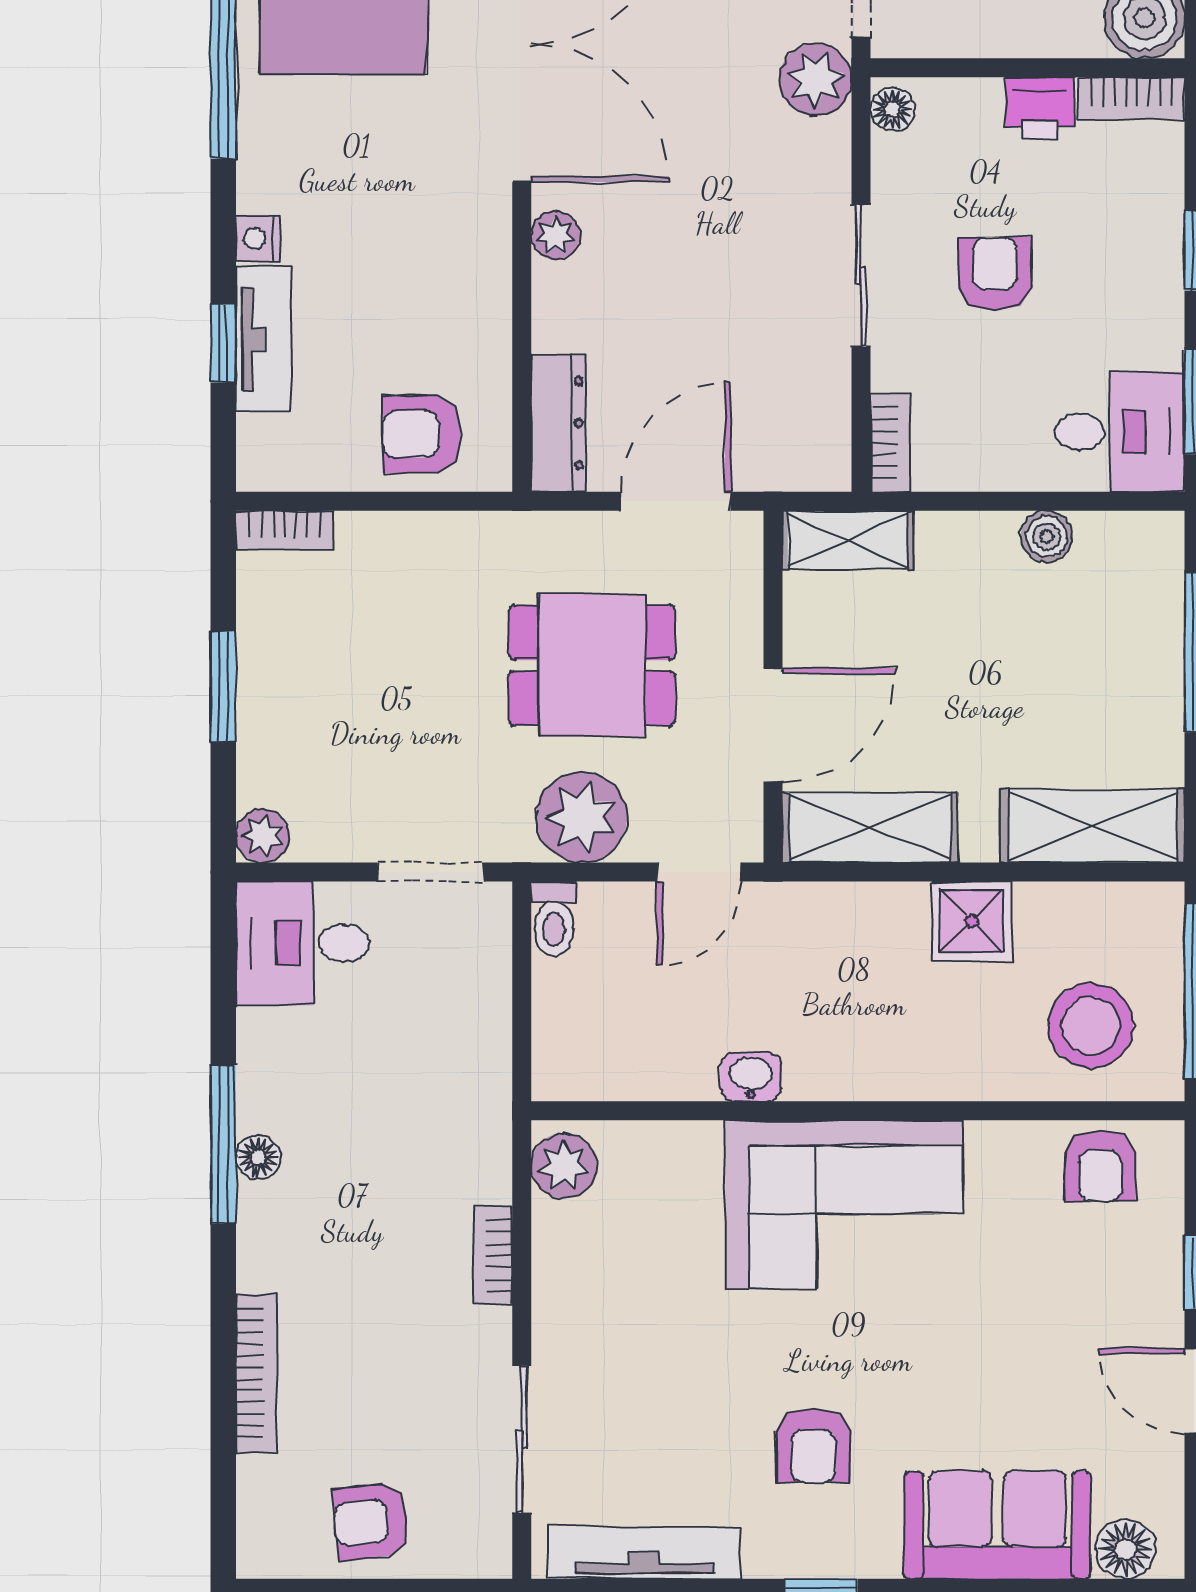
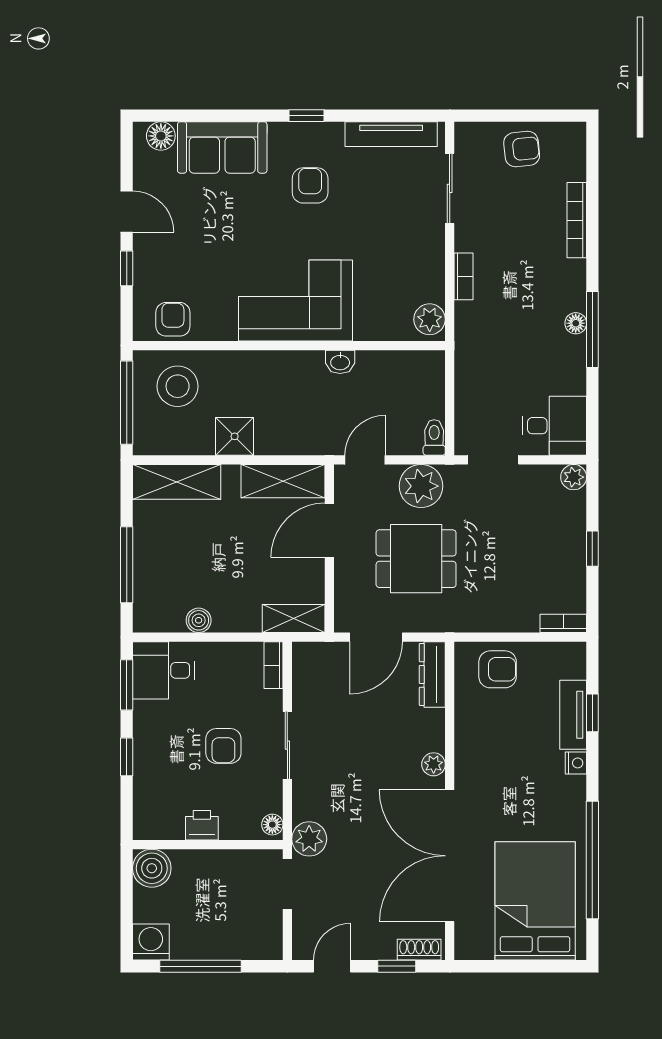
bookcase: (1132, 98) -> (158, 830), removed
window: (223, 686) -> (592, 549), width x0.67

